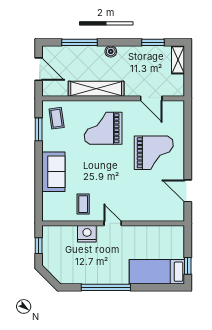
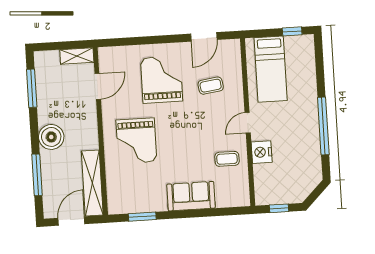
window: (153, 42) -> (32, 88), width x1.44
boiler: (111, 51) -> (51, 137), width x1.86, depth x1.86
shelving: (178, 60) -> (77, 56), moved
shelving: (96, 89) -> (92, 183), moved
coffee table: (57, 118) -> (211, 86), moved
bed: (157, 272) -> (271, 69), moved

